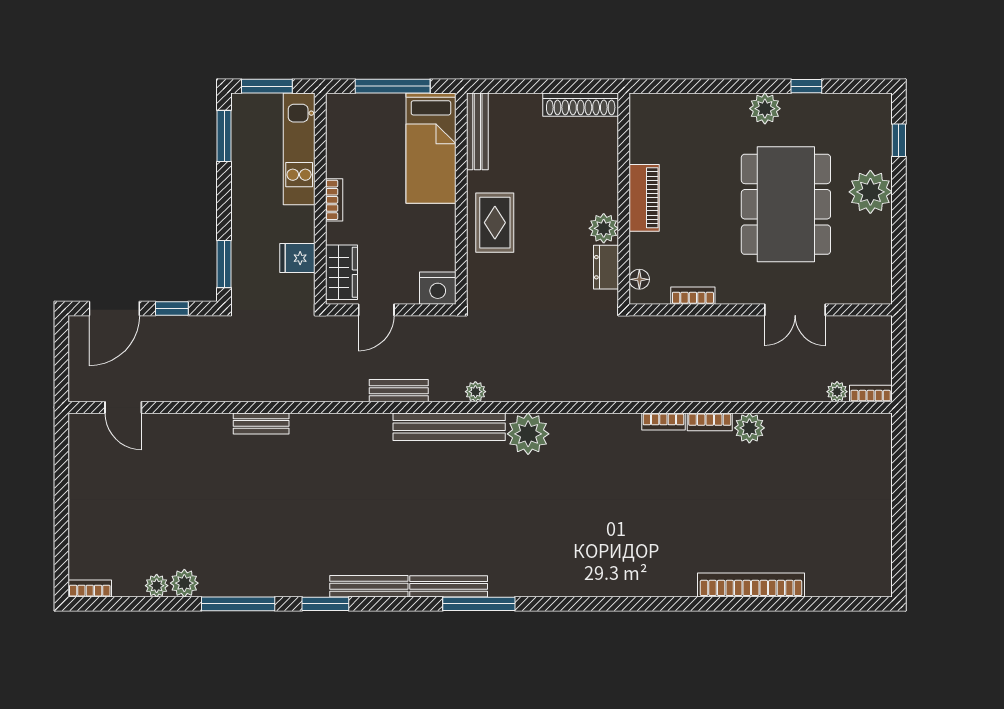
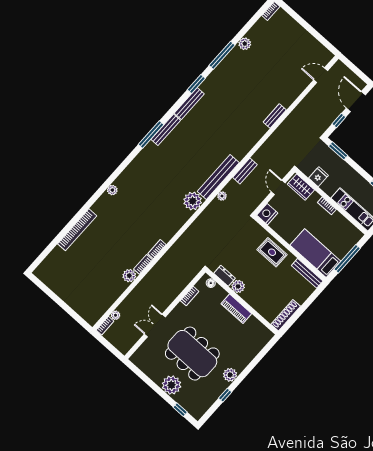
plant: (157, 586) -> (112, 190), moved

